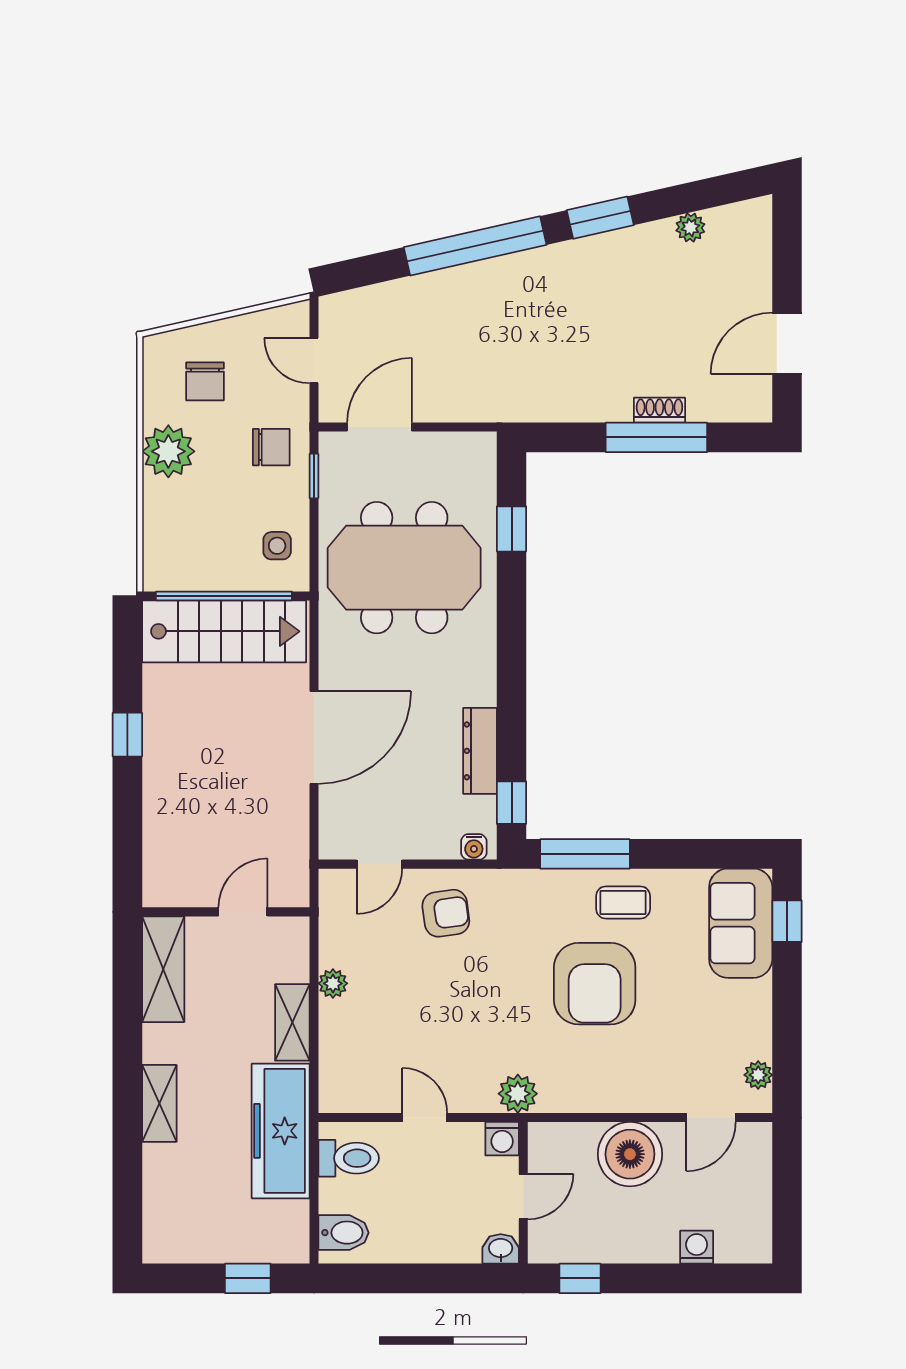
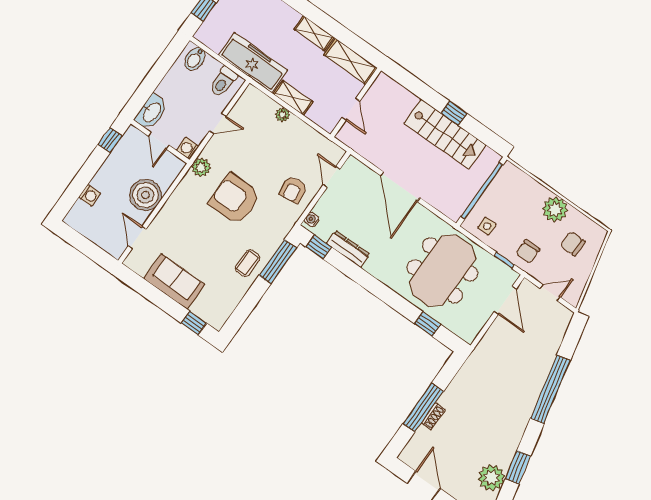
window: (600, 218) -> (518, 467), moved
plant: (690, 227) -> (491, 478), width x1.88, depth x1.88
stairs: (224, 631) -> (445, 134), moved, turned -90
sofa: (741, 923) -> (174, 282), moved
plant: (333, 983) -> (283, 115), moved
armchair: (595, 984) -> (235, 199), moved
plant: (758, 1075) -> (141, 268), removed
shelving: (159, 1103) -> (314, 33), moved
washbasin: (501, 1249) -> (152, 112), width x1.91, depth x1.45

